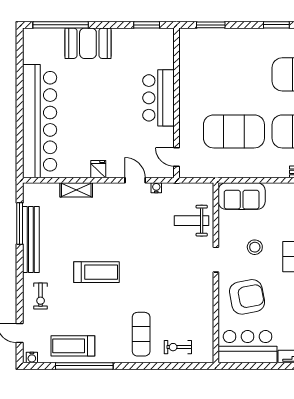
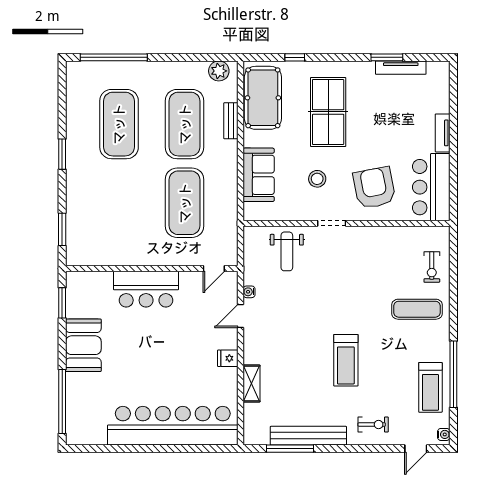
booth: (88, 43) -> (83, 345), moved
sofa: (242, 196) -> (259, 175), moved
treadmill: (97, 272) -> (346, 360), turned 180

